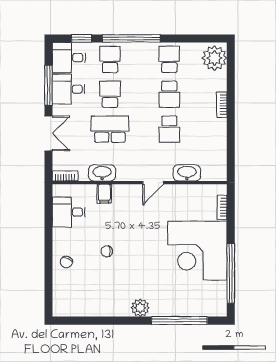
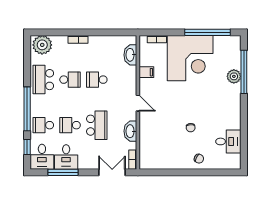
school desk: (169, 59) -> (43, 80), width x1.85
school desk: (110, 129) -> (97, 125), turned 180
school desk: (169, 129) -> (97, 80), turned 180
double door: (48, 133) -> (112, 172), moved
washbasin: (187, 173) -> (130, 55), moved
door: (153, 183) -> (138, 103), moved
filing cabinet: (104, 194) -> (146, 72), moved
desk: (69, 212) -> (228, 141), moved, turned -90
plant: (140, 308) -> (234, 76), moved

